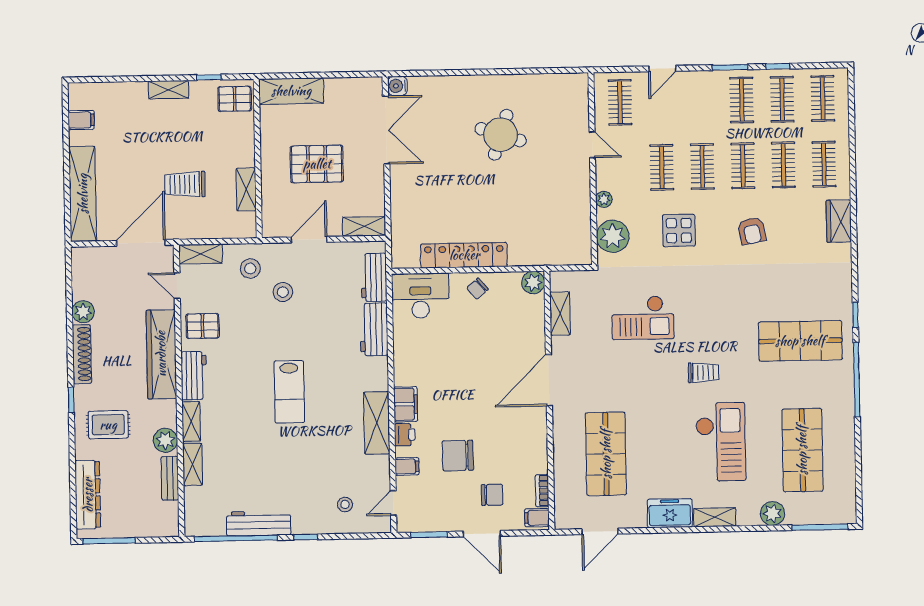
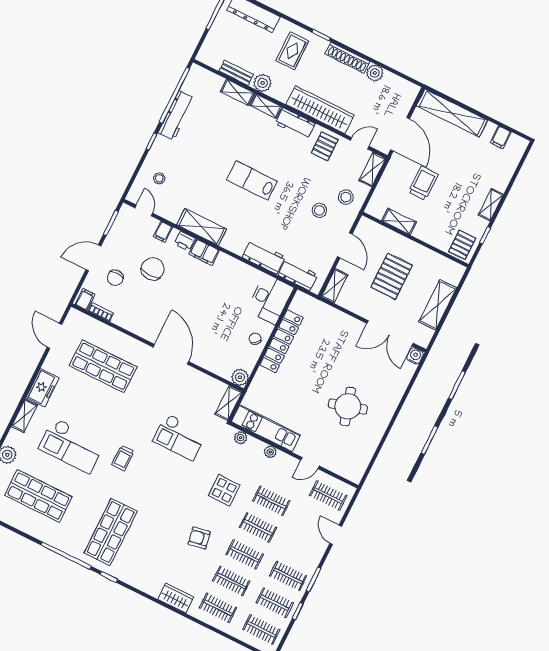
shelving: (291, 91) -> (438, 305), moved
round table: (501, 135) -> (348, 406), turned -34
kitchen unit: (578, 219) -> (266, 428), added
plant: (613, 236) -> (241, 438), width x0.53, depth x0.53
shelving: (560, 313) -> (229, 403), moved, turned 90
checkout: (643, 318) -> (180, 437), turned -90

